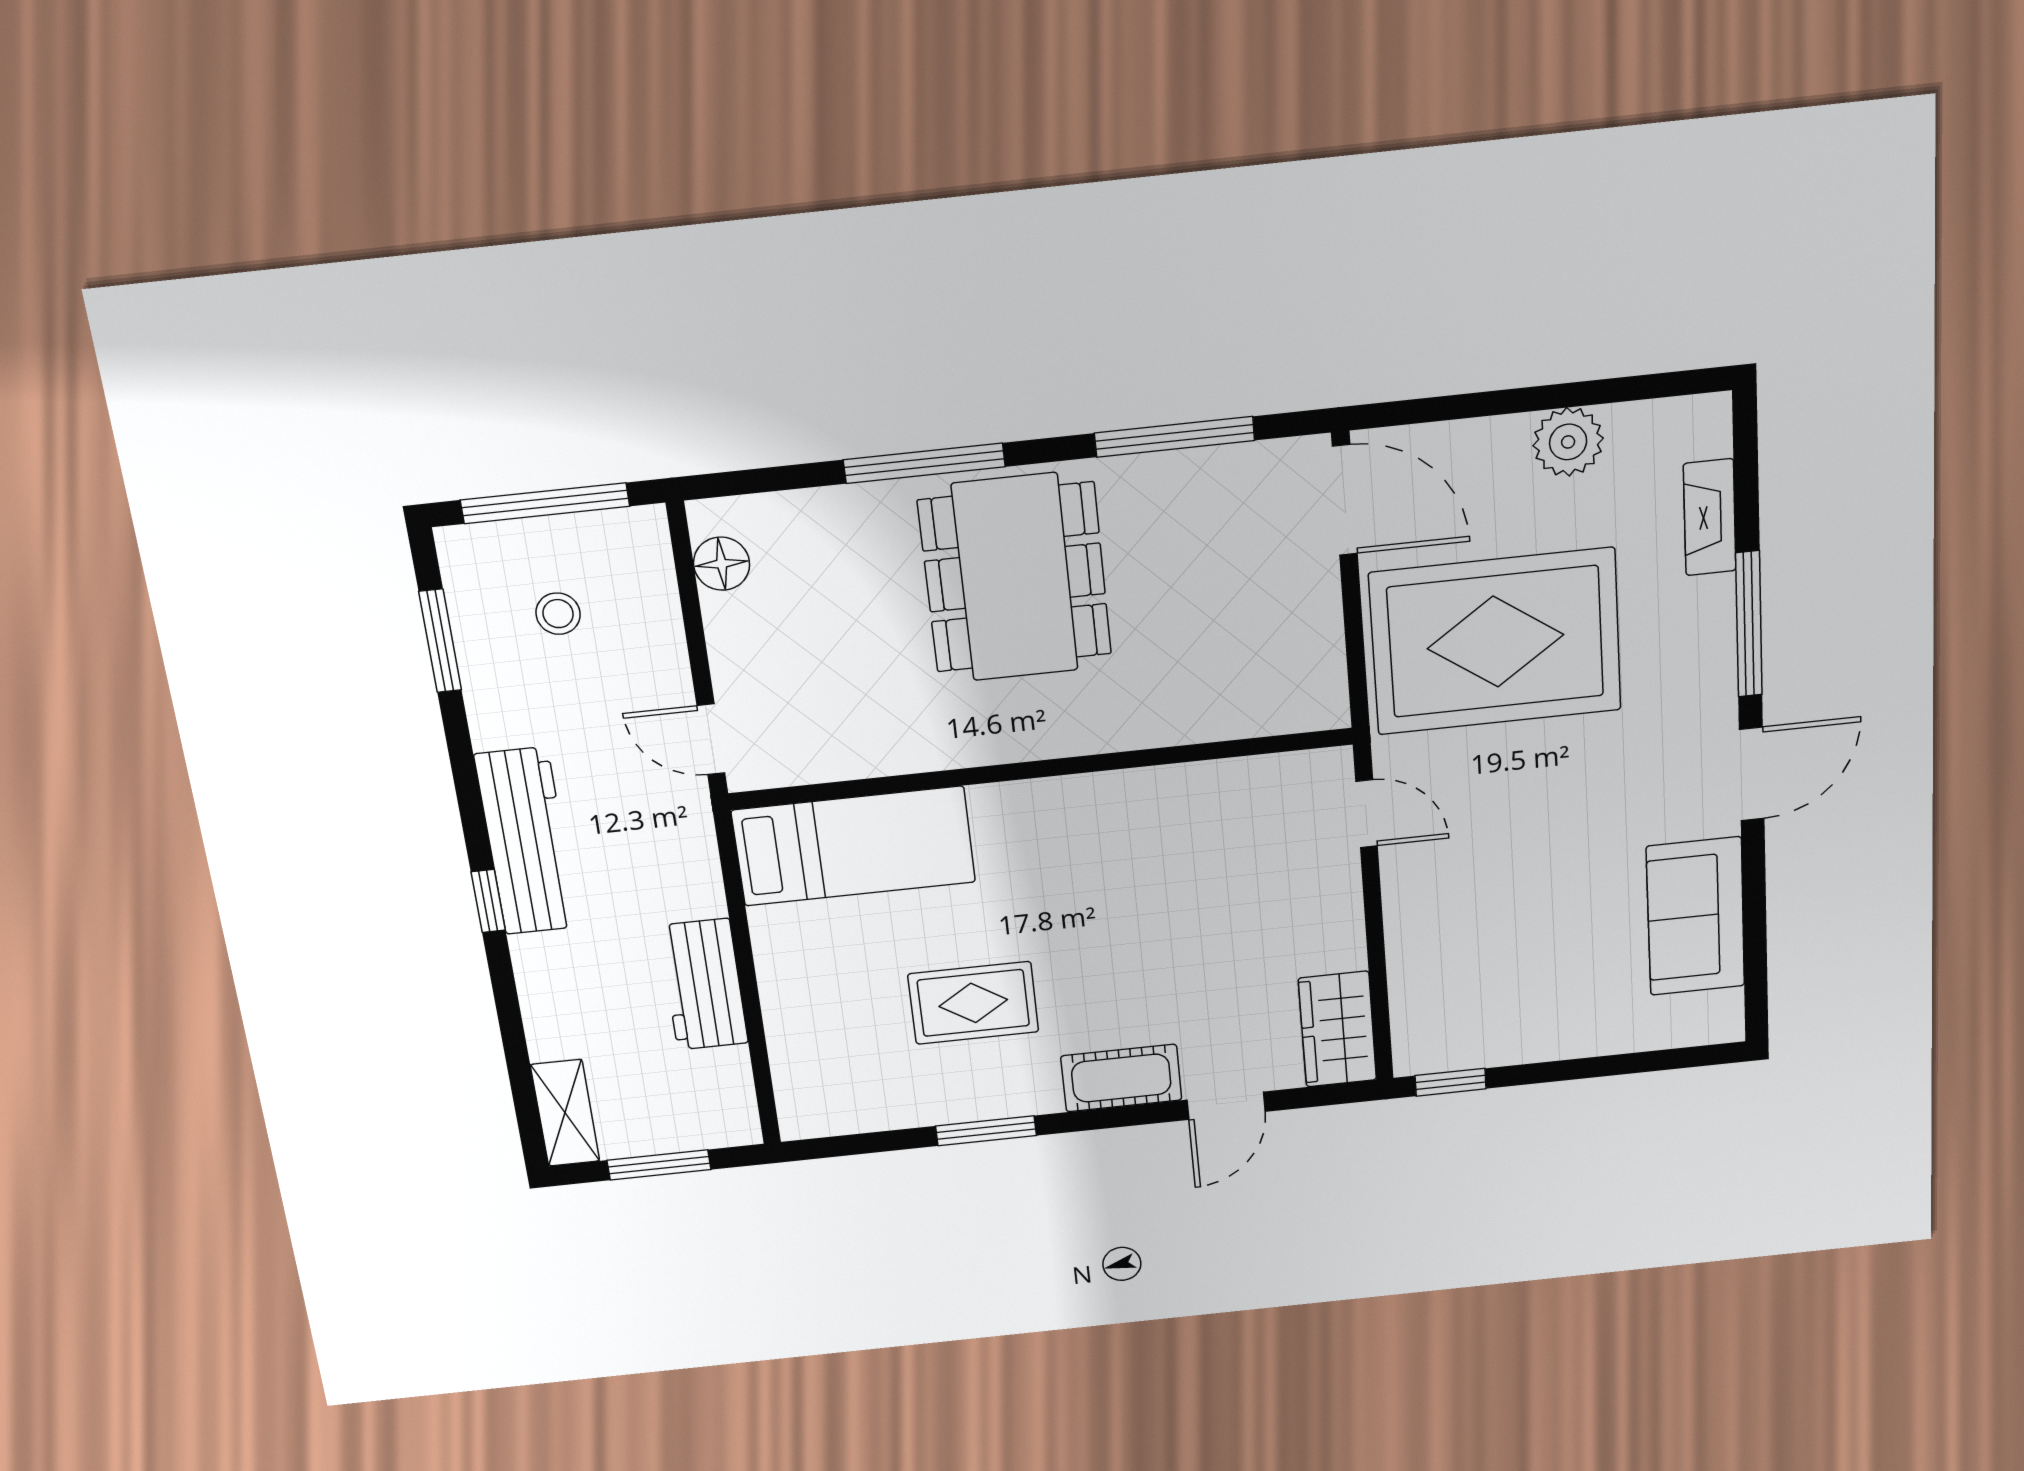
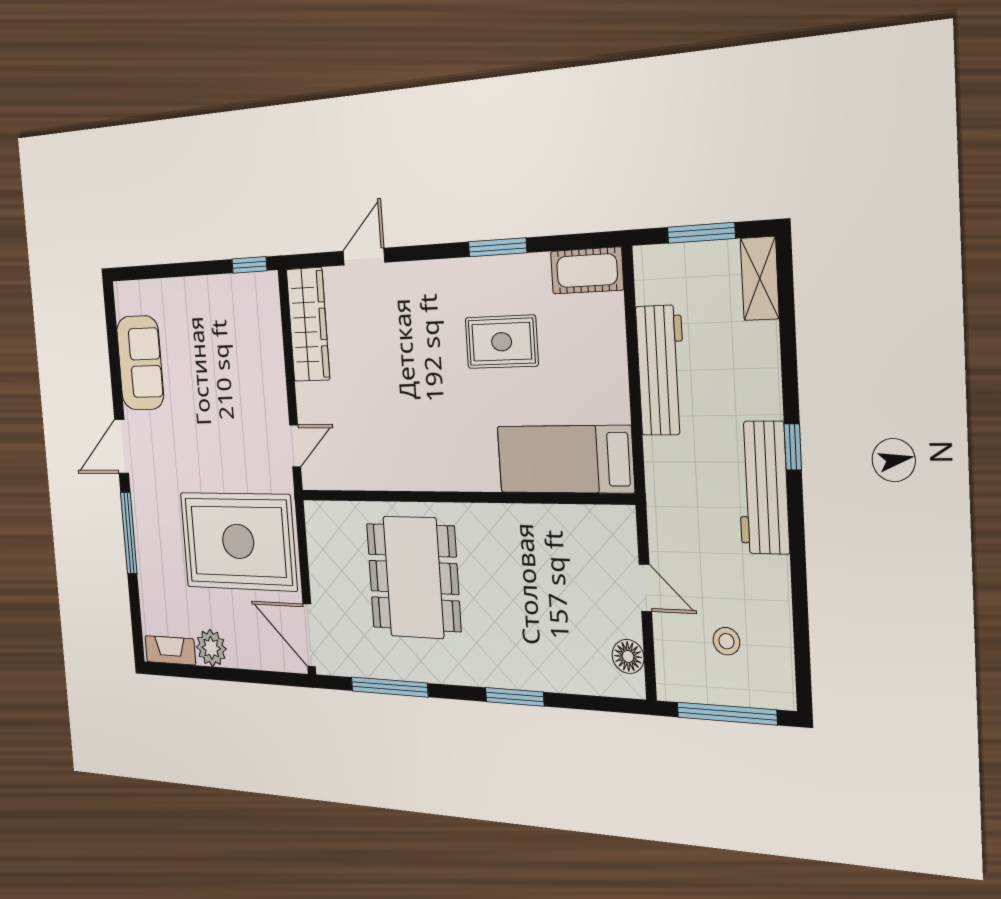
window: (924, 463) -> (515, 697), width x0.69
fireplace: (1710, 517) -> (170, 650), moved, turned -90
dining table: (1015, 577) -> (413, 577), moved
window: (440, 641) -> (801, 635), removed
door: (711, 739) -> (645, 588), moved
door: (1367, 814) -> (295, 446), swing flipped
workbench: (703, 984) -> (661, 370), width x1.38
wardrobe: (1337, 1029) -> (308, 325), width x1.50
cot: (1121, 1078) -> (587, 271), moved

